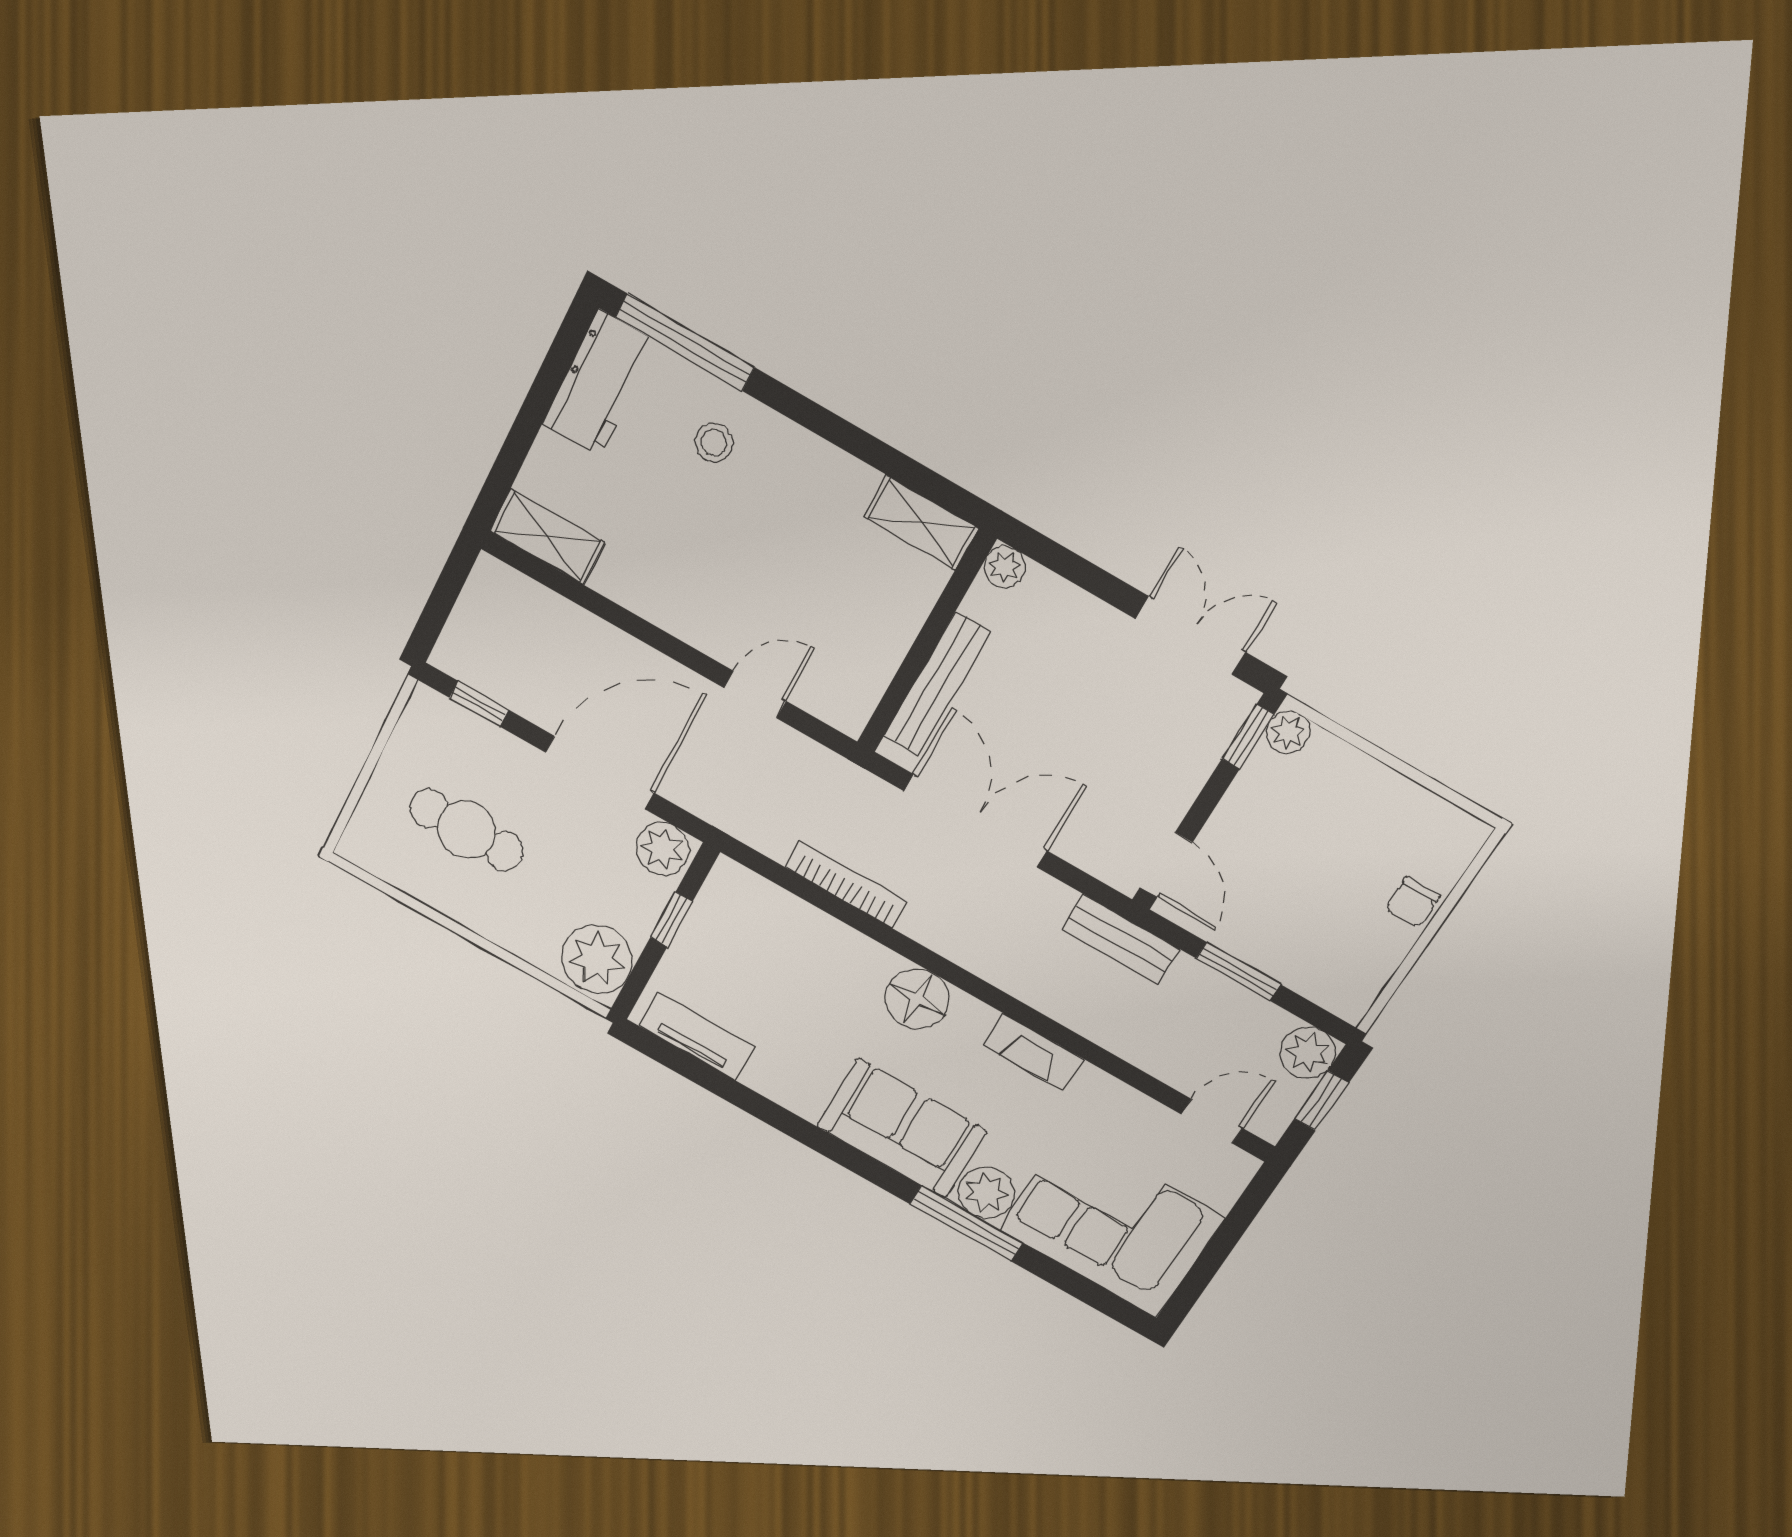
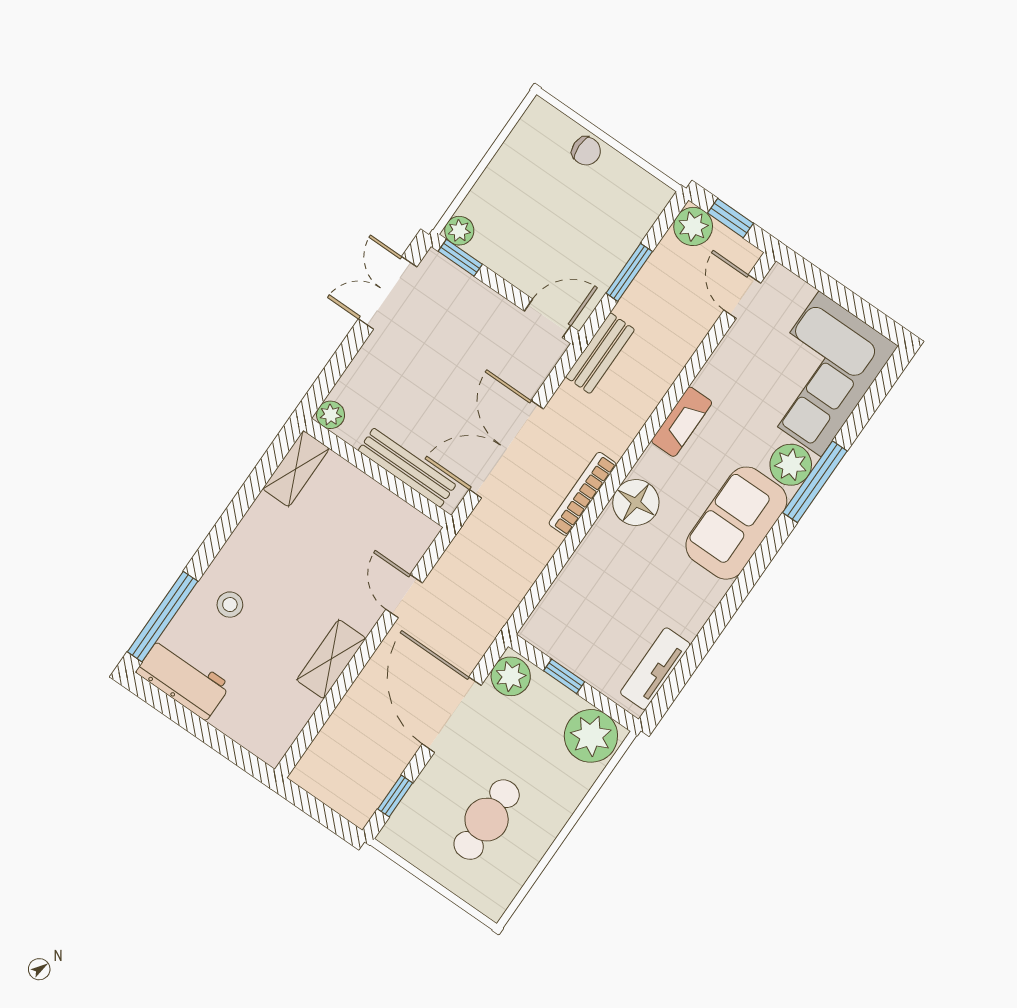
shelving: (547, 537) -> (331, 659), moved
bookcase: (847, 885) -> (583, 494), moved

